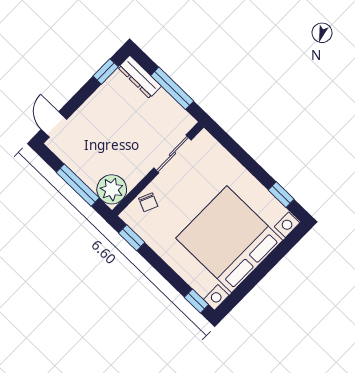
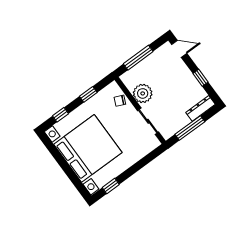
window: (106, 71) -> (201, 78), moved
plant: (112, 189) -> (143, 93), moved
window: (132, 238) -> (88, 94), moved
window: (196, 301) -> (61, 115), moved

